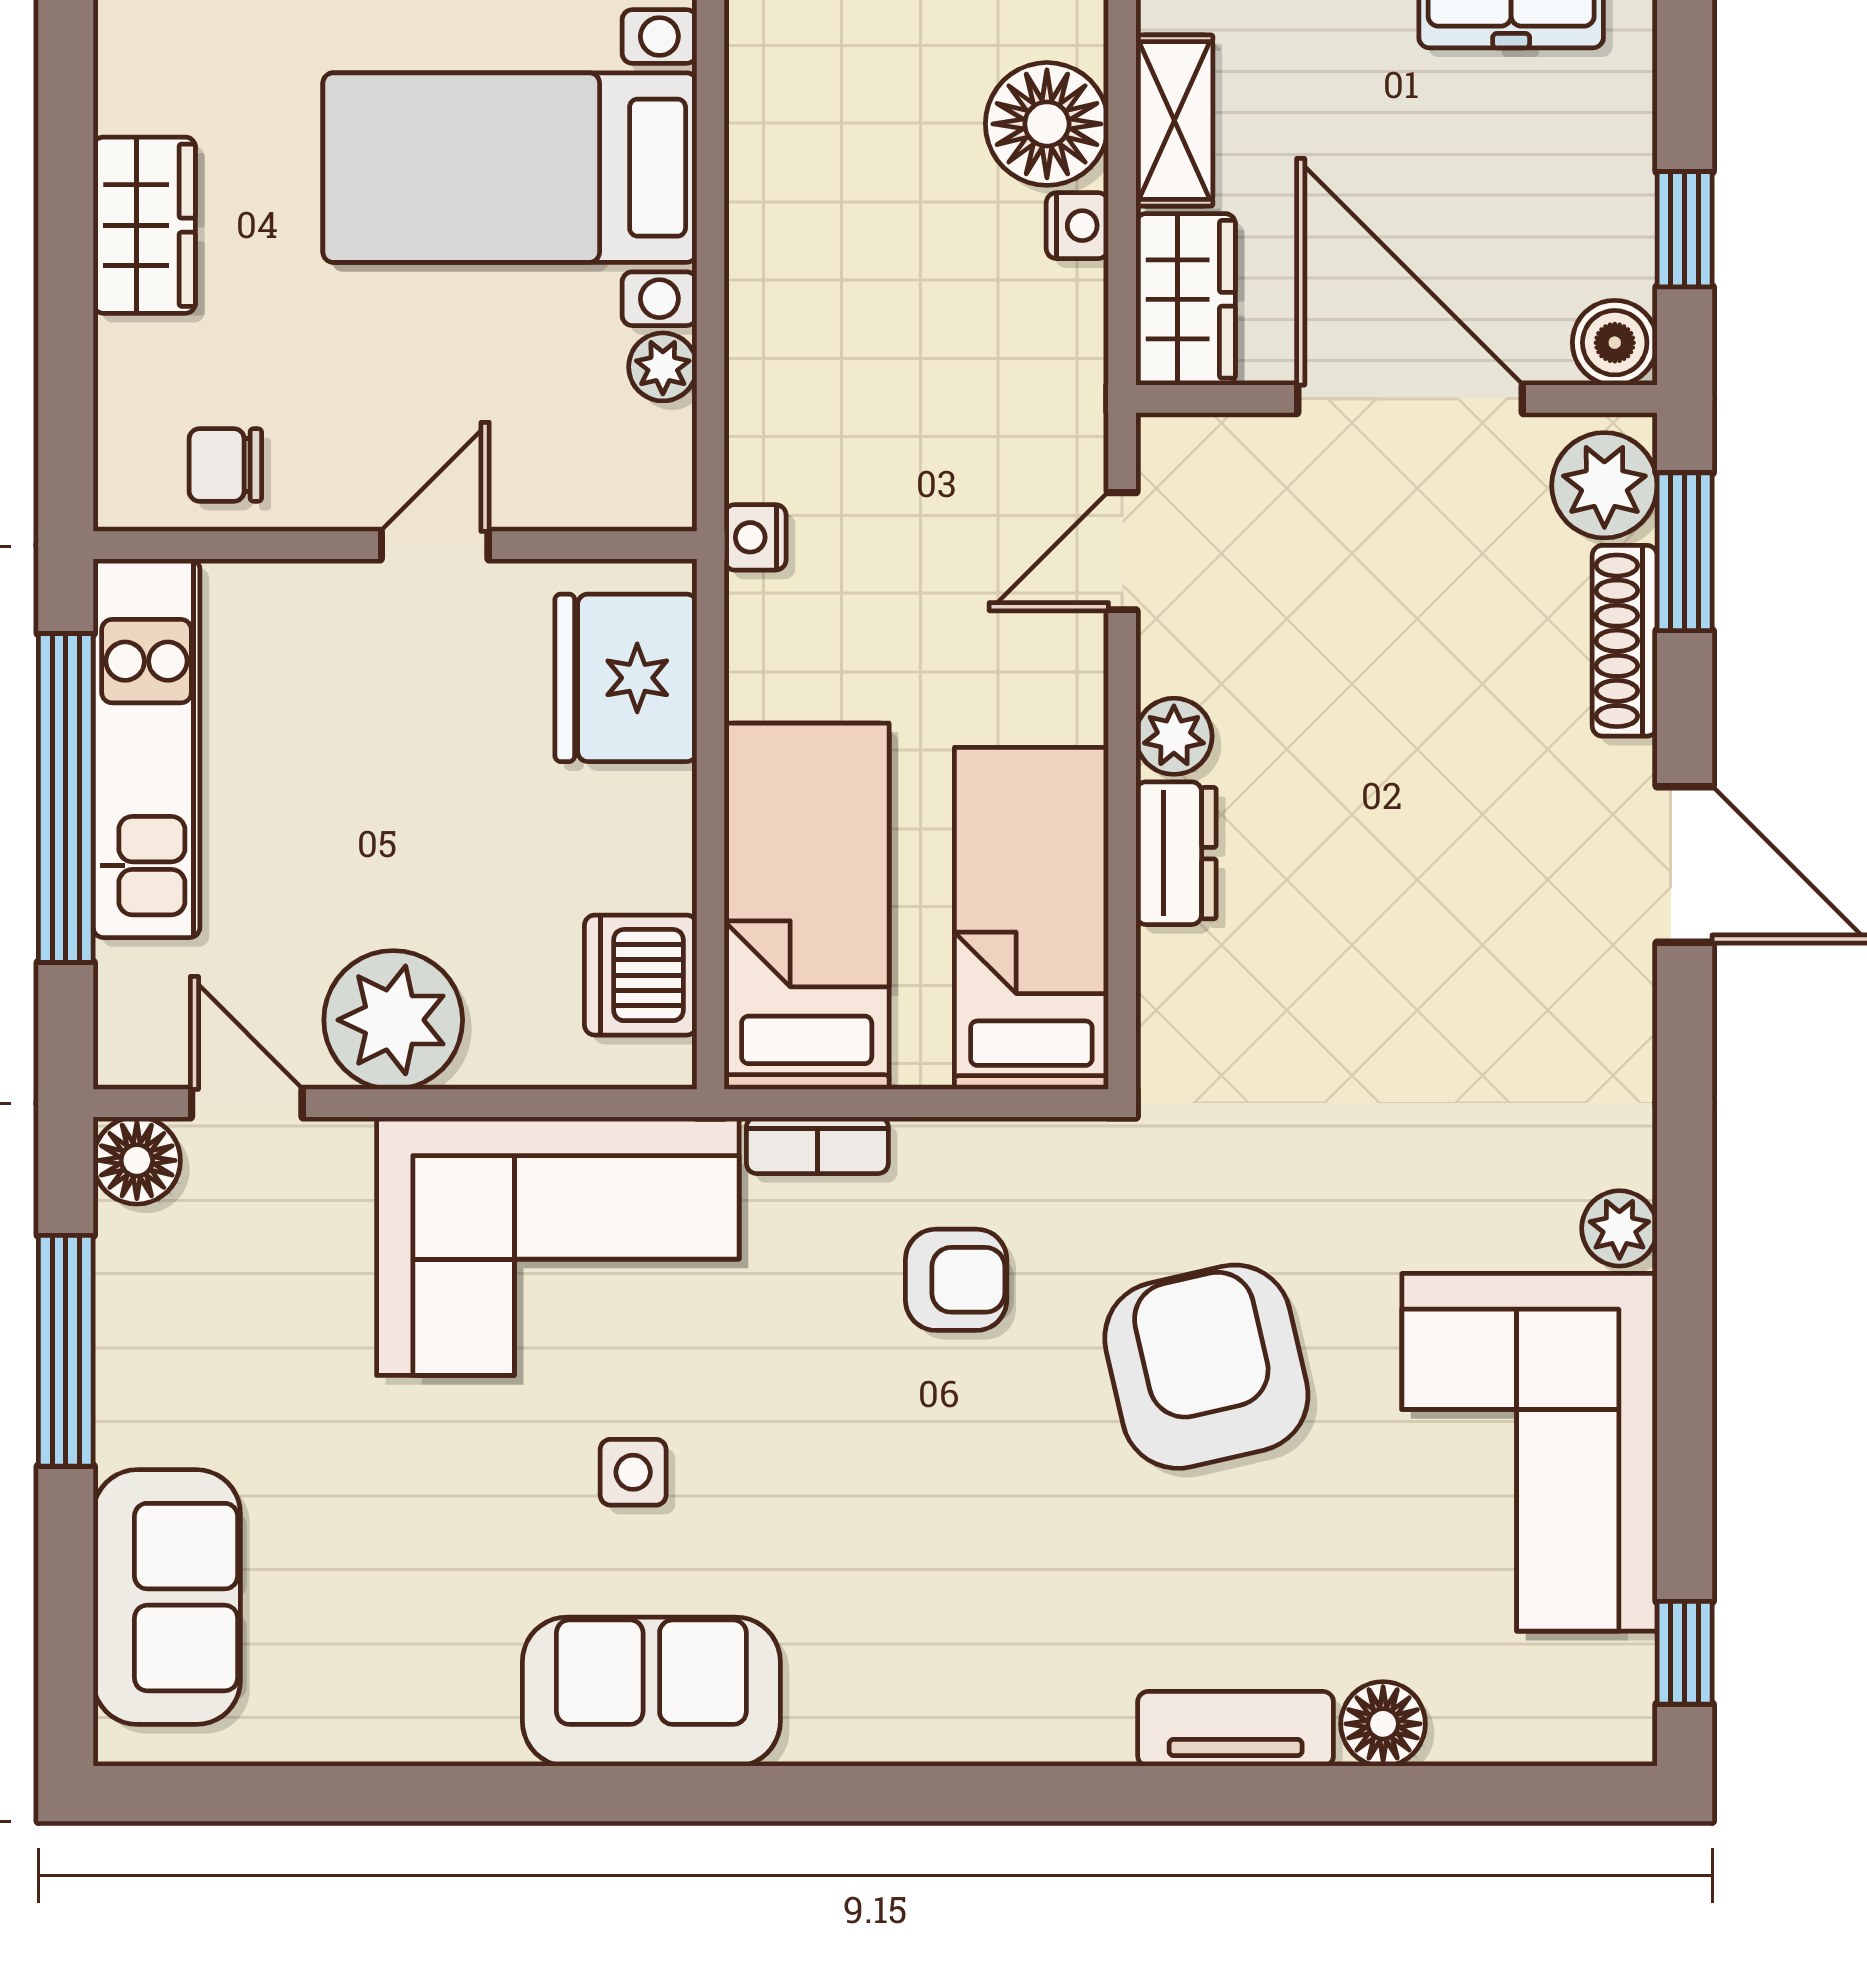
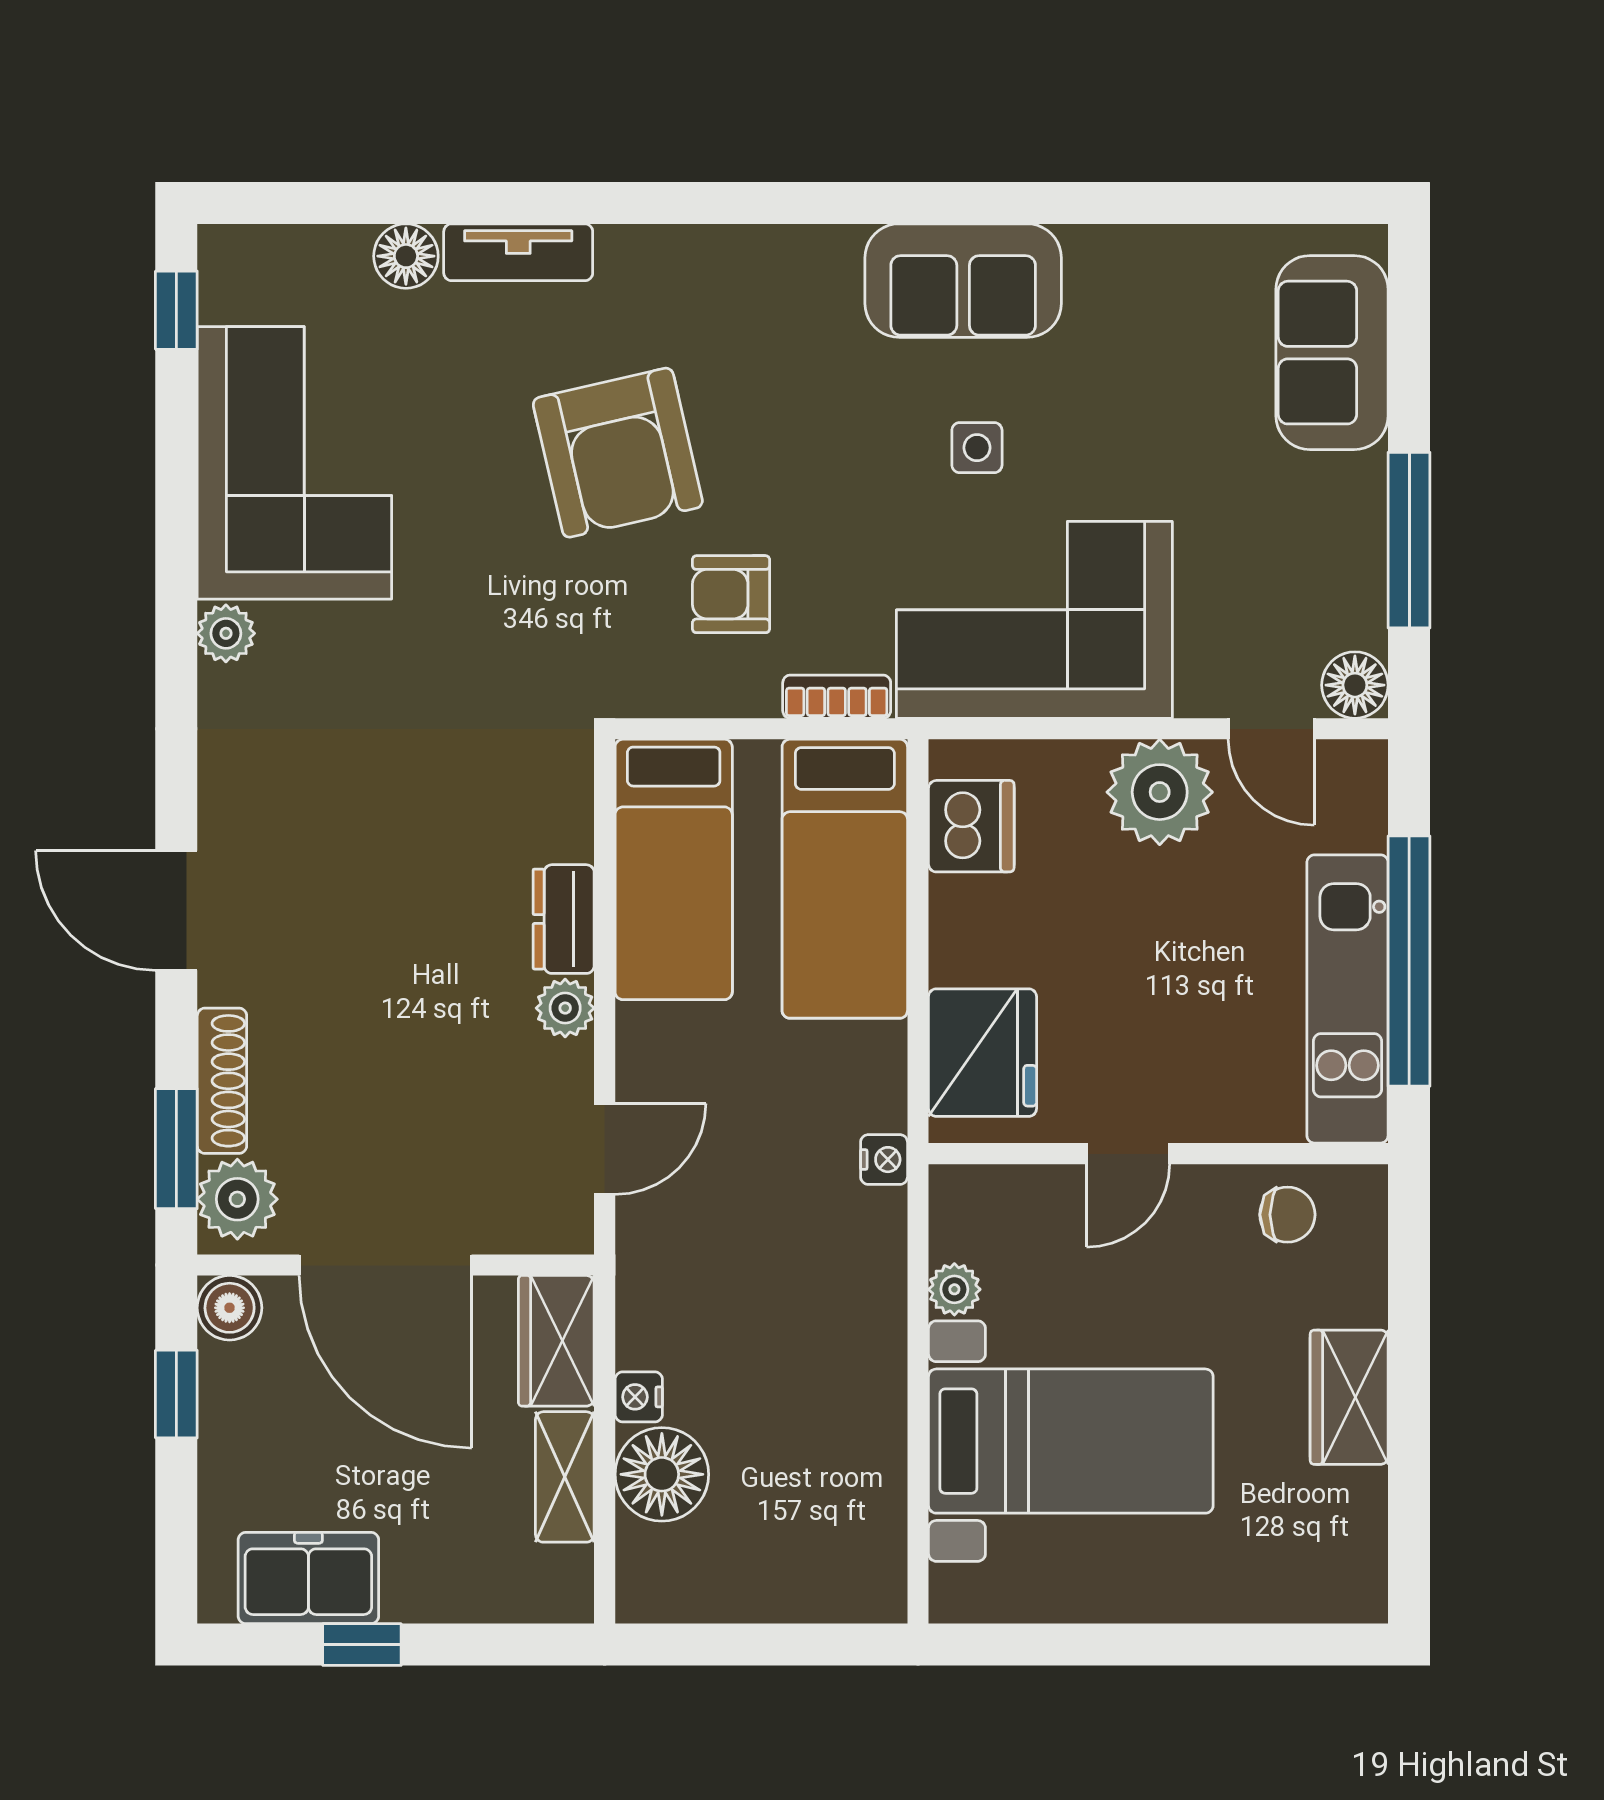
armchair: (1206, 1367) -> (618, 453), moved

